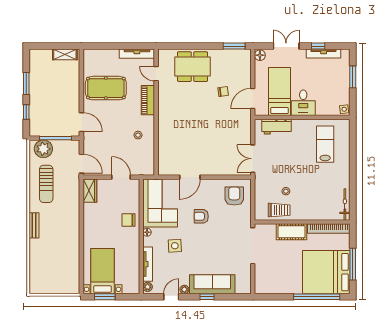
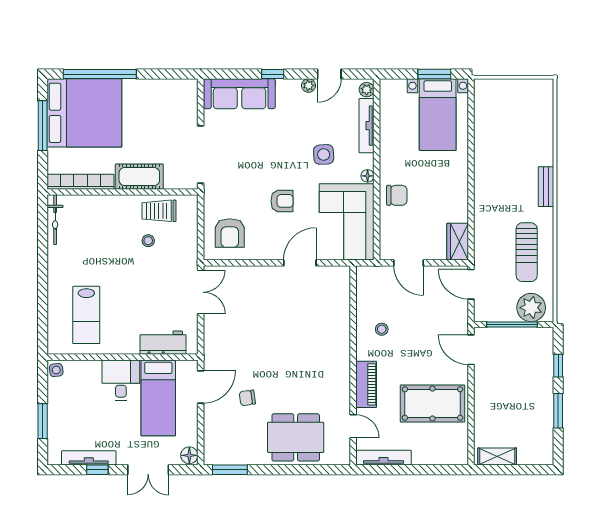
sun lounger: (46, 184) -> (527, 252), turned 180
sofa: (212, 284) -> (240, 94), moved

